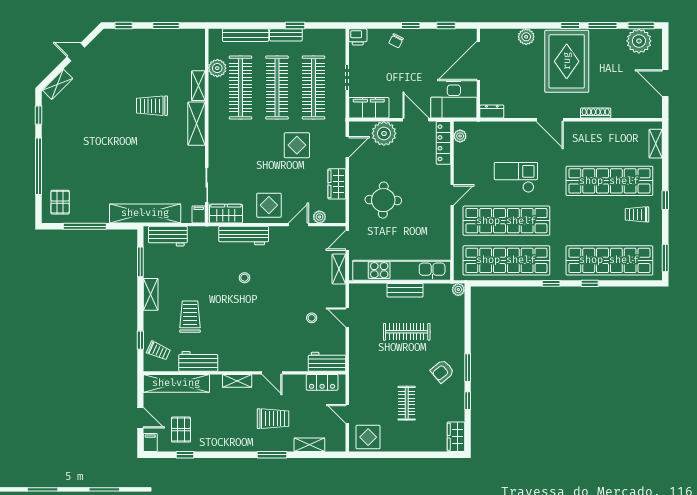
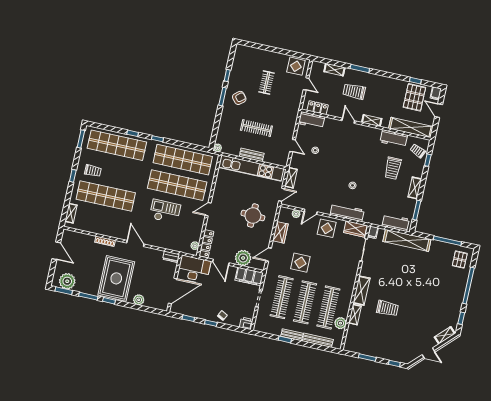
checkout: (516, 177) -> (165, 211), turned 180
pallet: (181, 430) -> (414, 97), width x1.50, depth x1.42
wardrobe: (456, 437) -> (240, 54), removed

